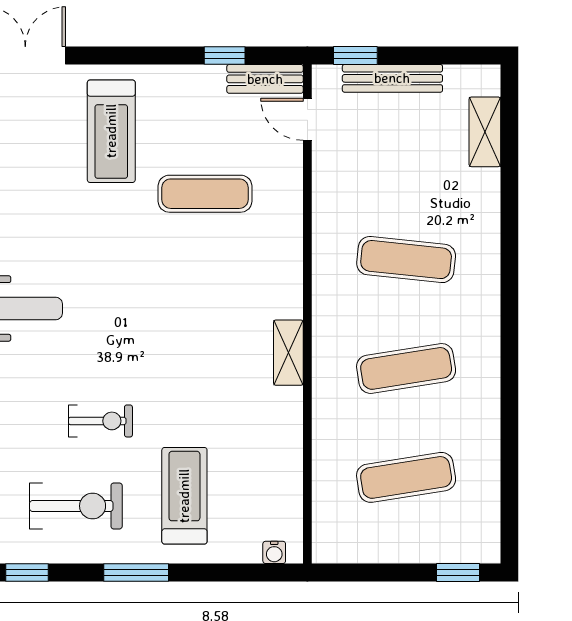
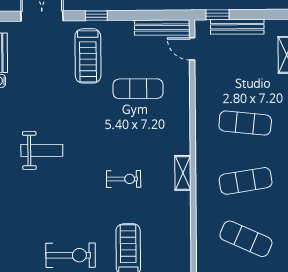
window: (225, 56) -> (96, 16), moved
bench: (265, 79) -> (162, 28), width x1.36
exercise bike: (100, 421) -> (124, 179), moved
exercise mat: (406, 477) -> (246, 239), turned 33

